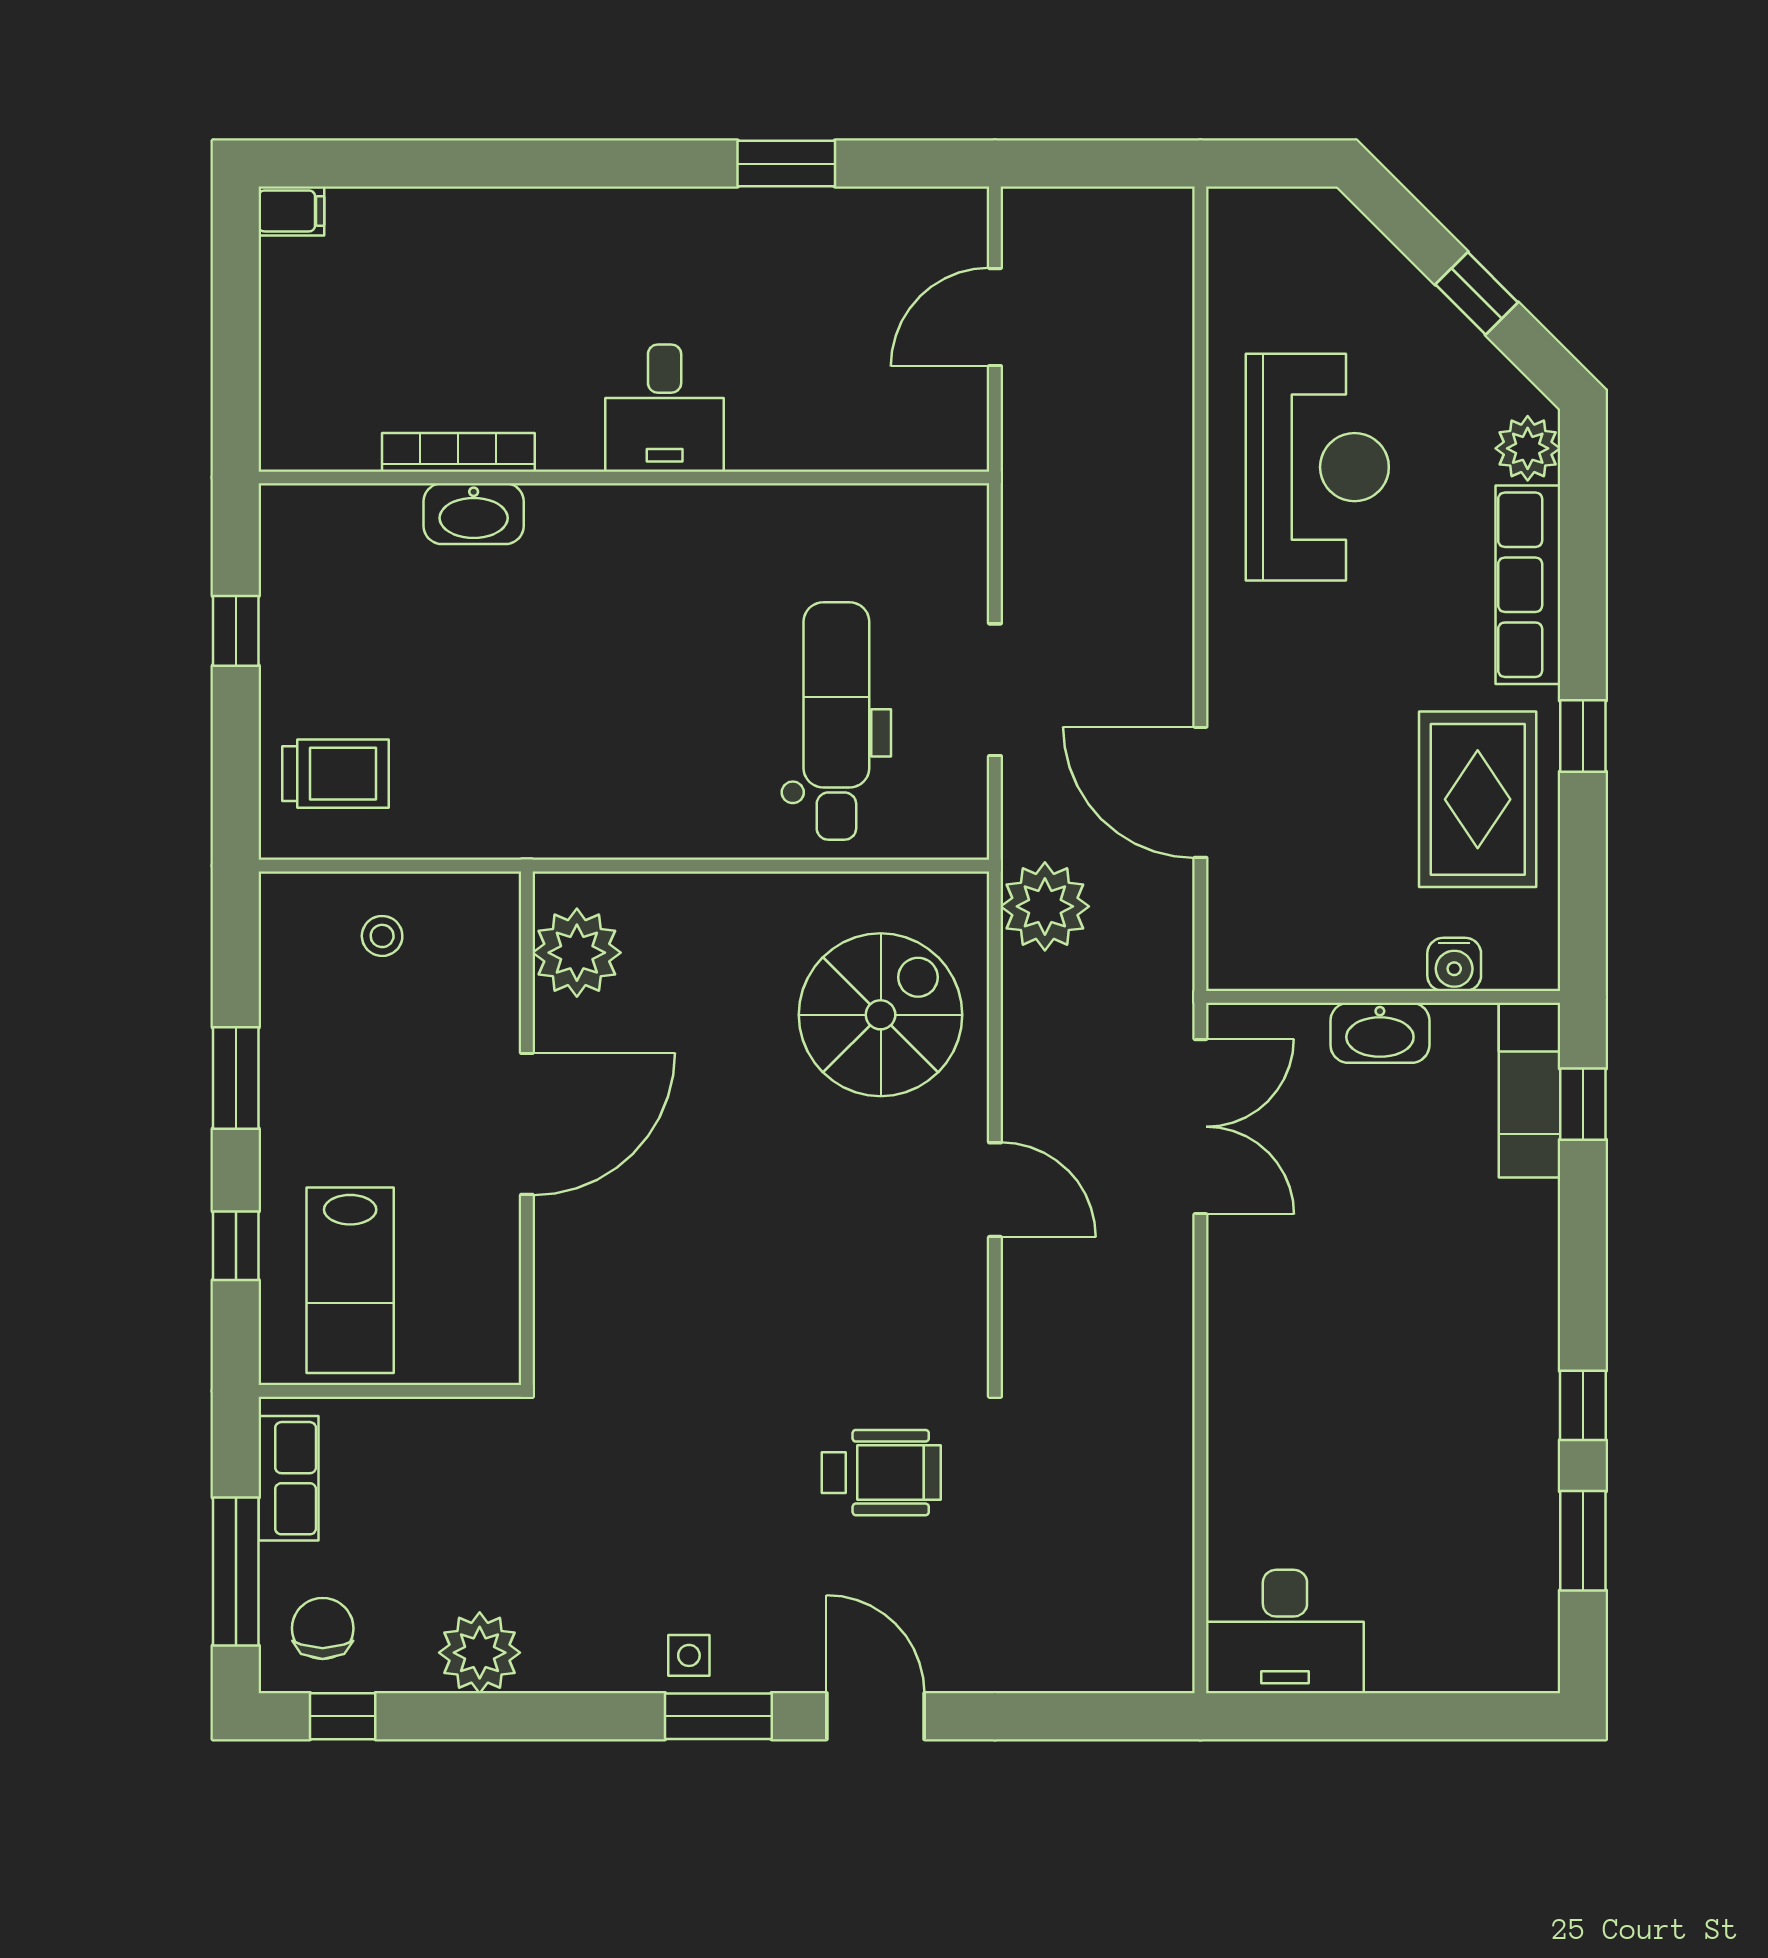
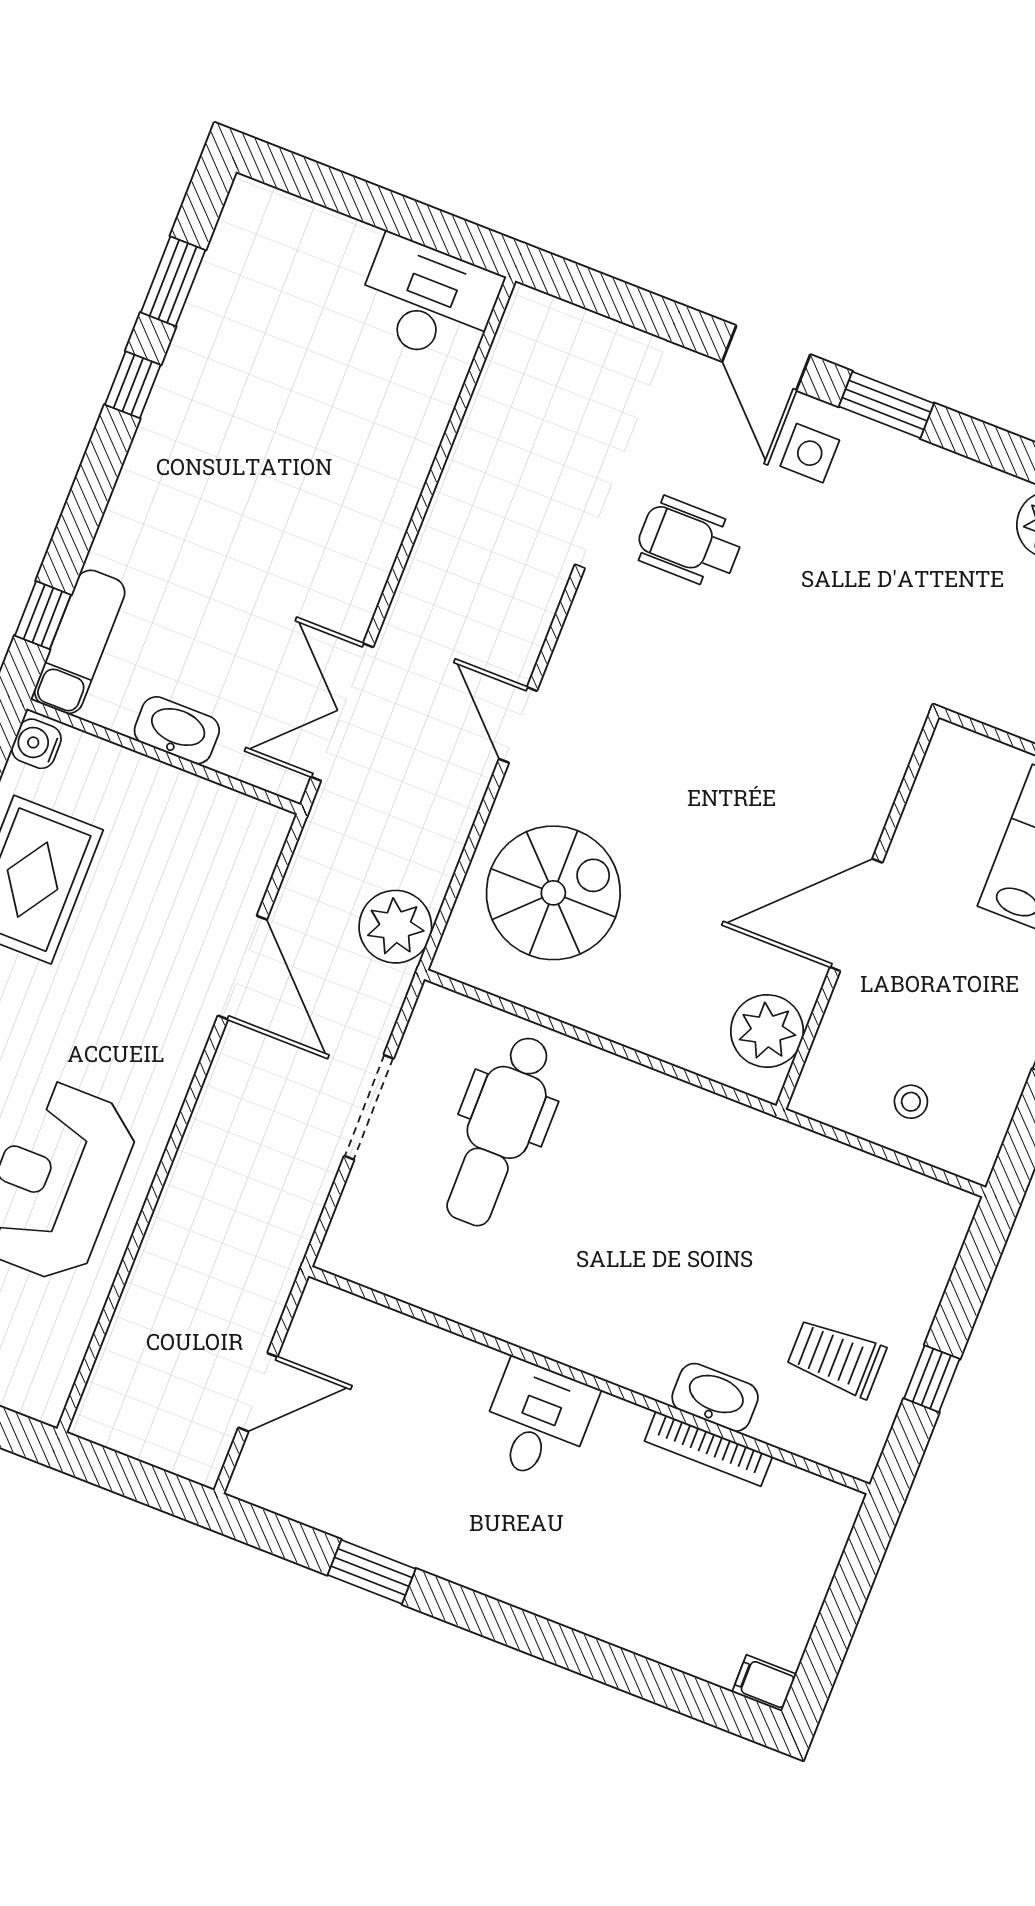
trolley: (336, 774) -> (836, 1358), moved
water cooler: (1454, 964) -> (36, 744), moved, turned -90
spiral stairs: (881, 1015) -> (553, 893), turned 180
side table: (689, 1655) -> (810, 453), moved, width x1.37, depth x1.37

